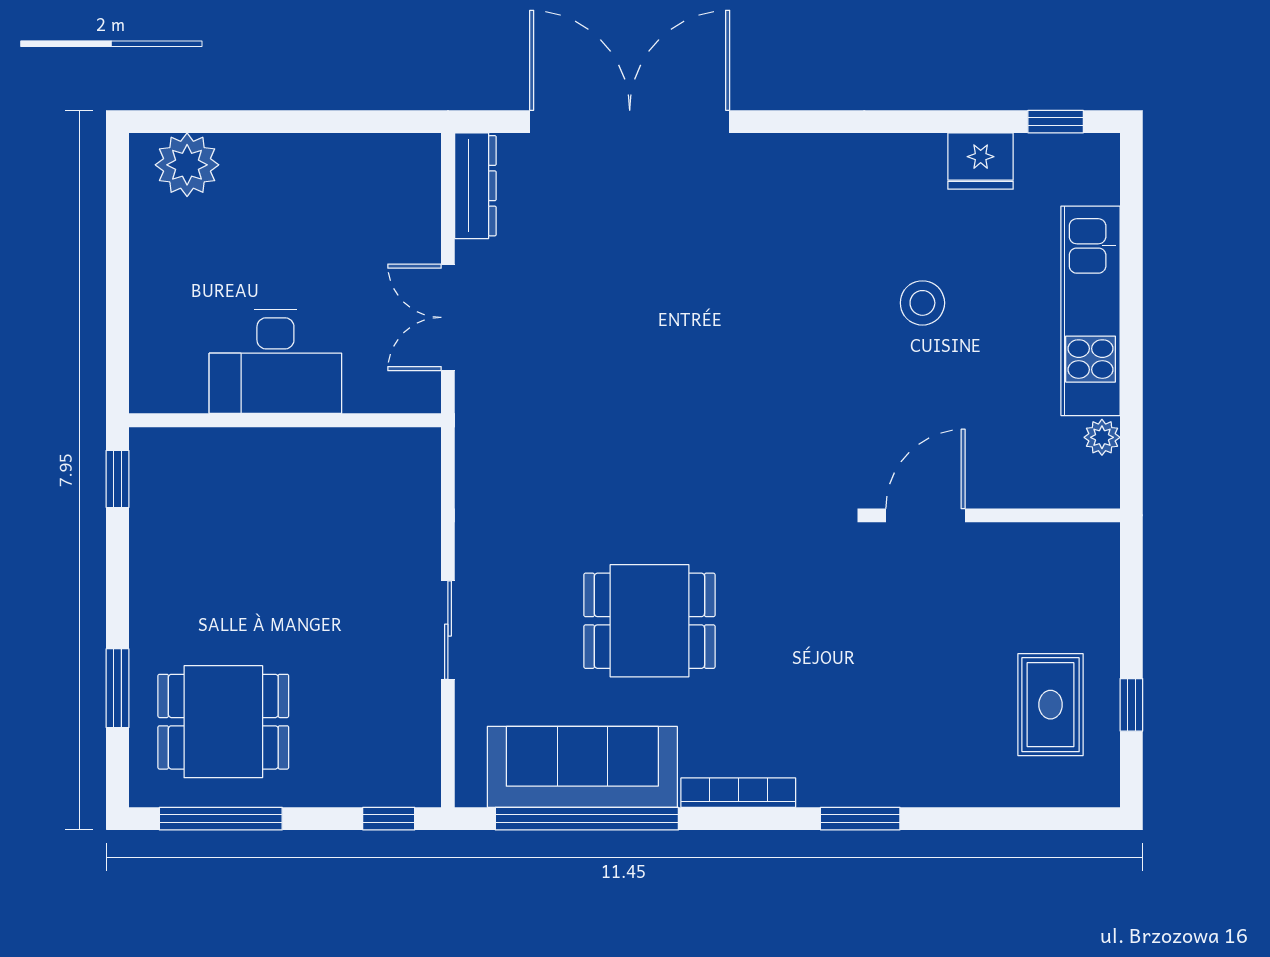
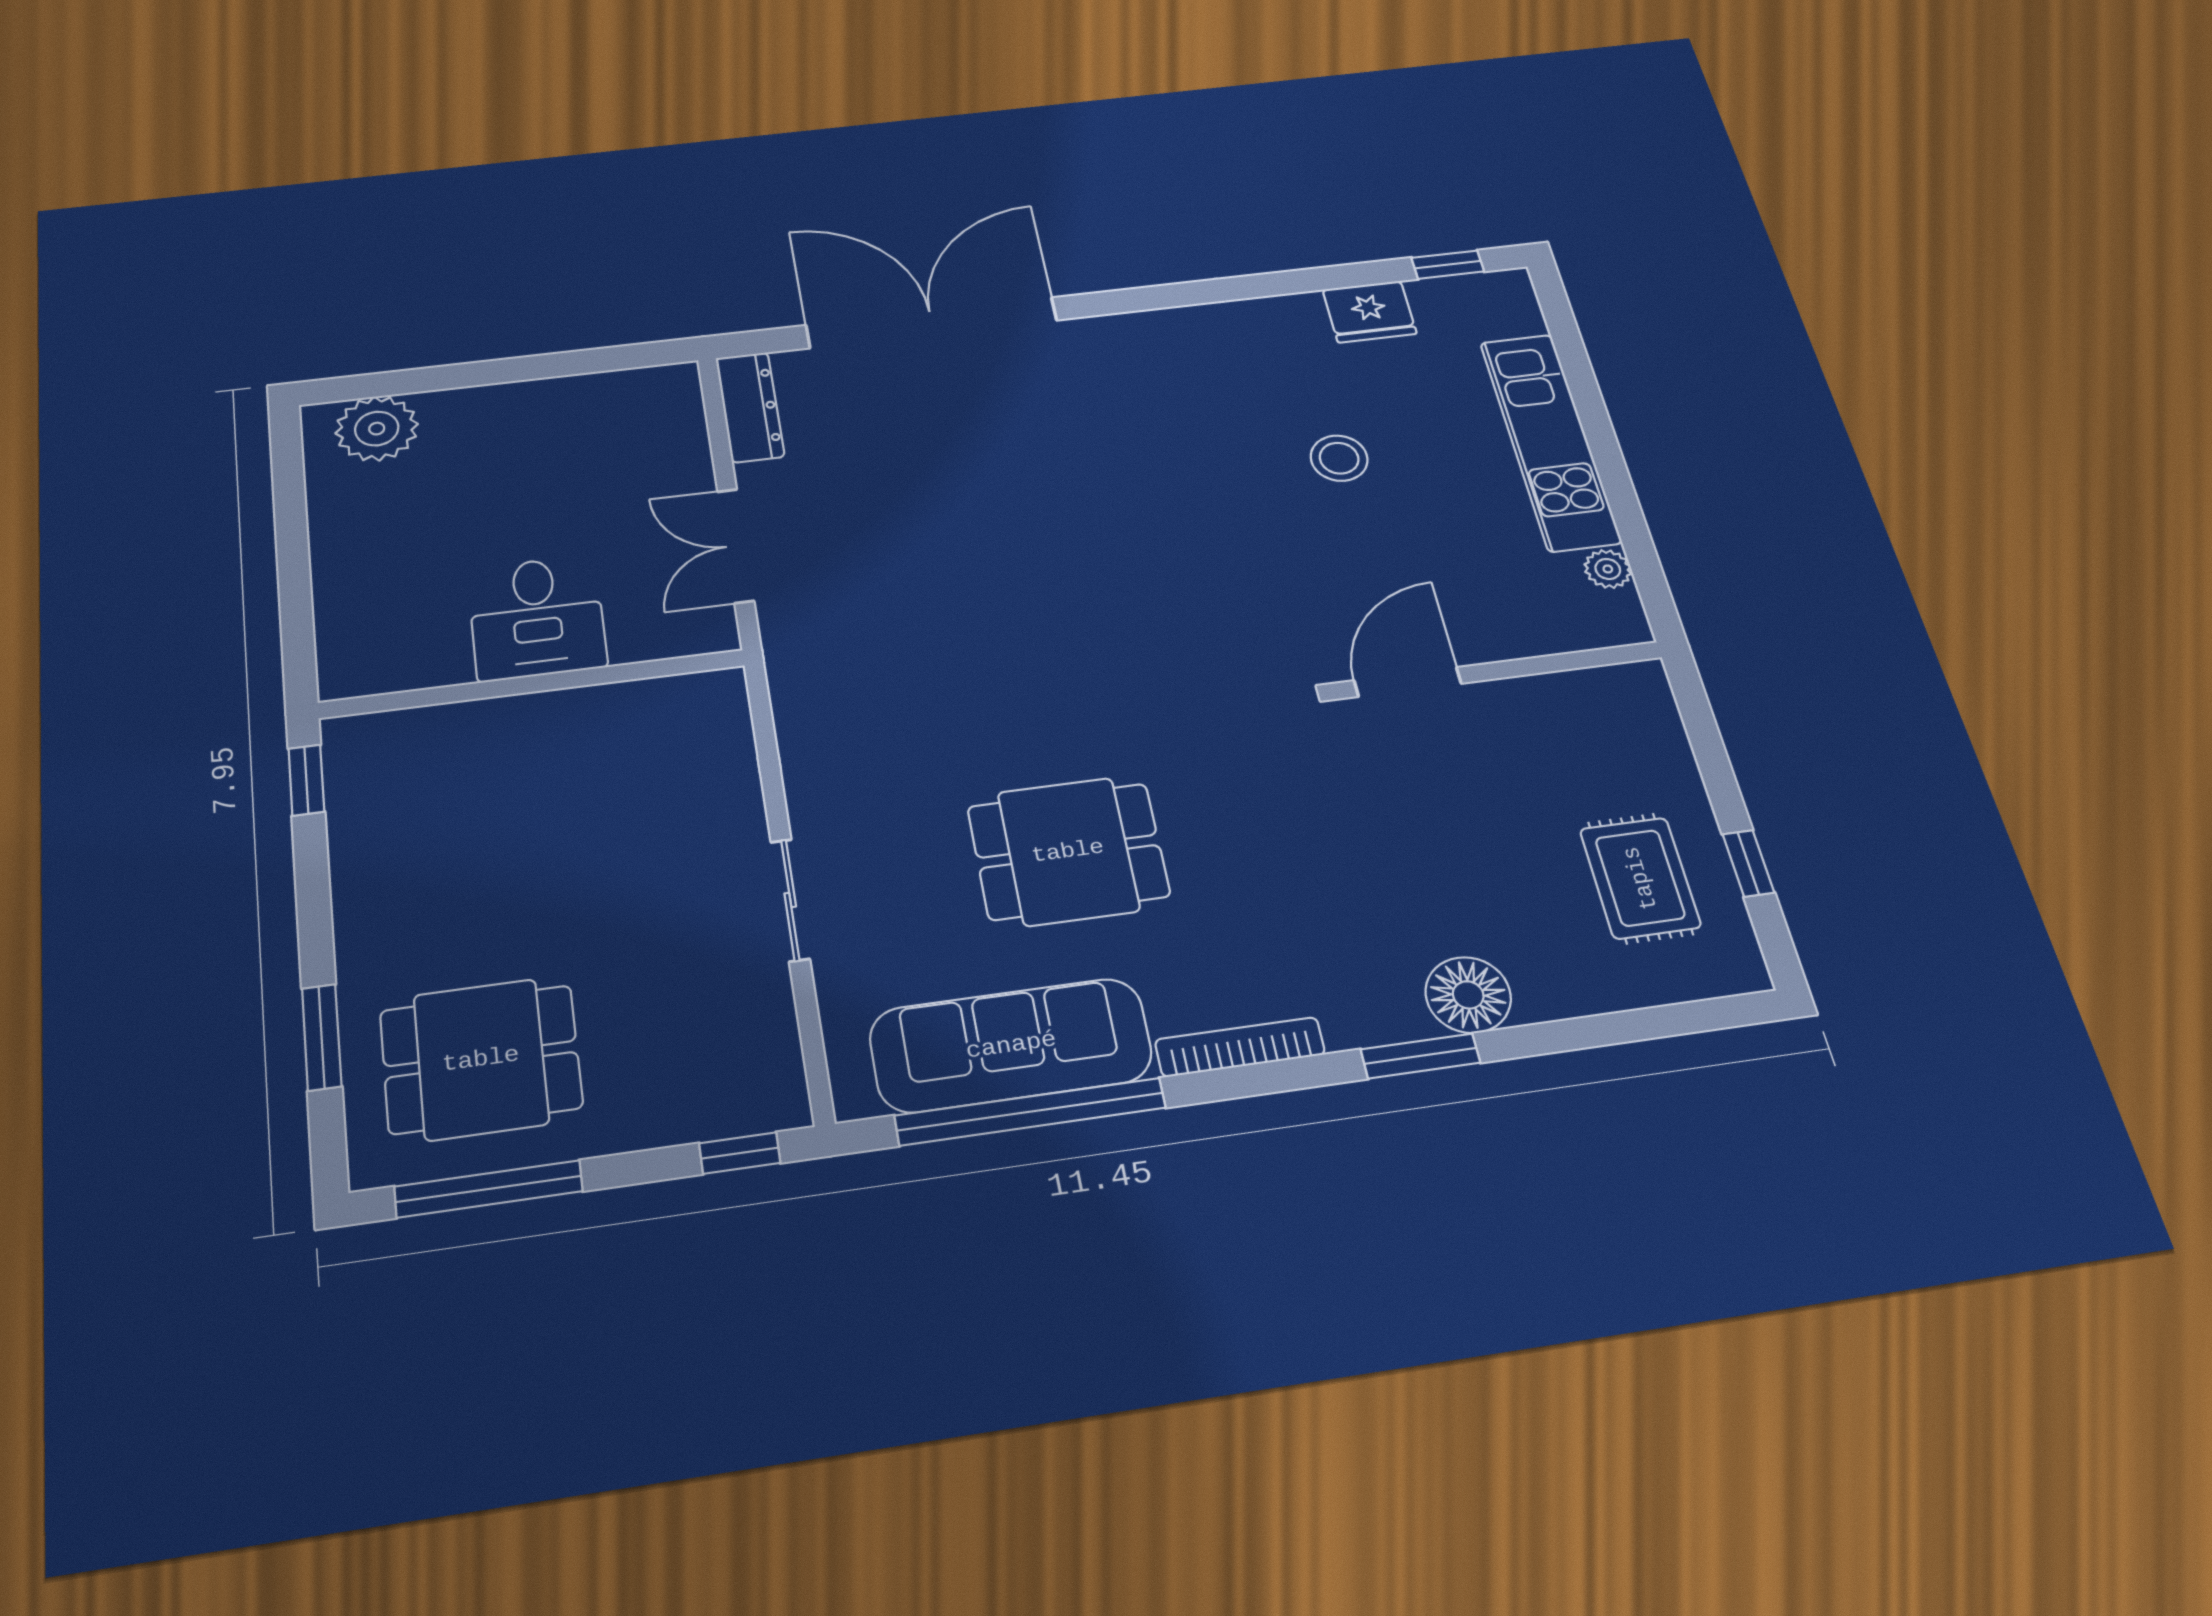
desk: (275, 361) -> (537, 618), width x0.73
floor lamp: (905, 777) -> (1468, 995), added

